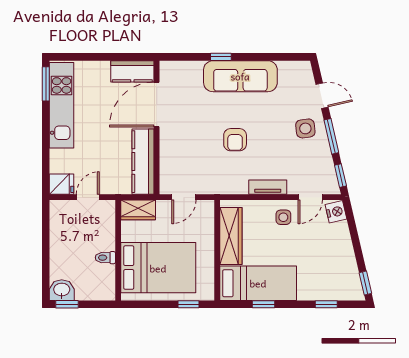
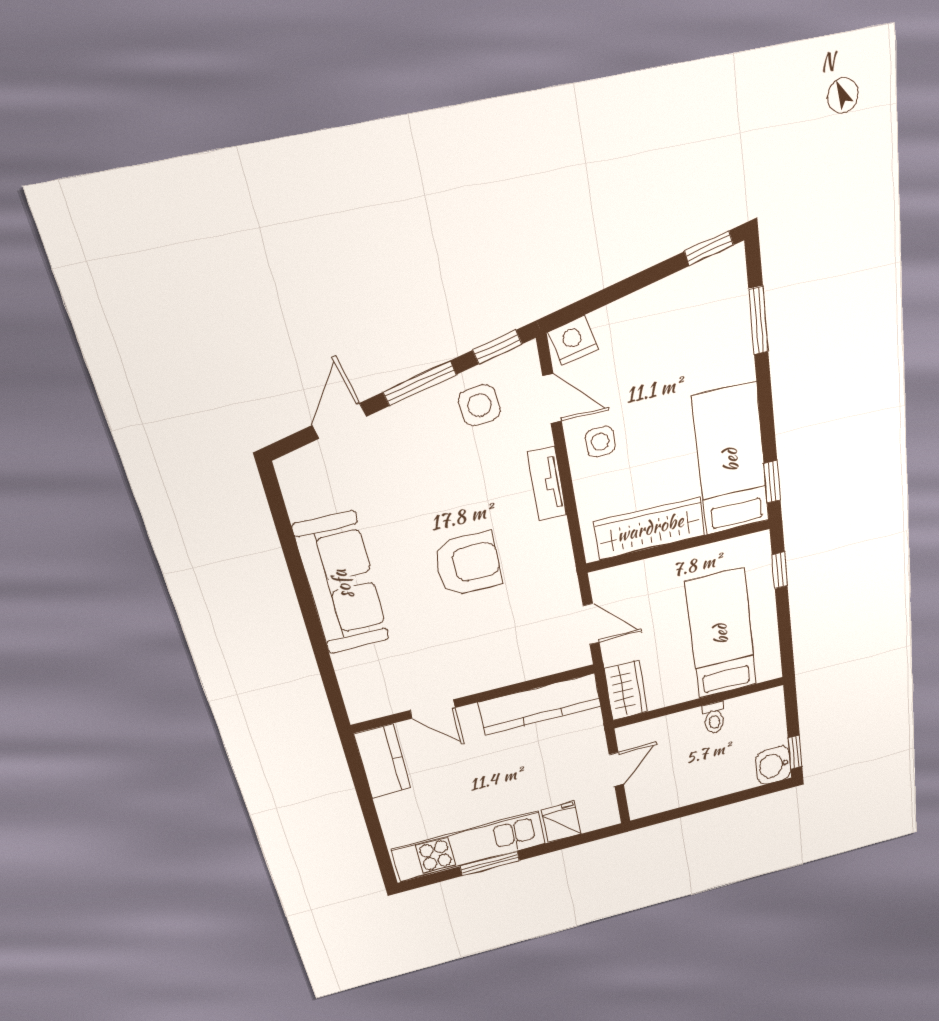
window: (221, 57) -> (314, 627), removed
window: (46, 84) -> (490, 863), moved
door: (157, 104) -> (433, 709), width x0.53
side table: (305, 128) -> (479, 405), moved
armchair: (235, 140) -> (468, 564), width x1.38, depth x1.38
fridge: (62, 184) -> (561, 822), moved
door: (88, 197) -> (616, 769), swing flipped
bed: (158, 268) -> (721, 634), width x0.67
window: (263, 304) -> (772, 482), moved
window: (326, 304) -> (758, 321), width x1.50

